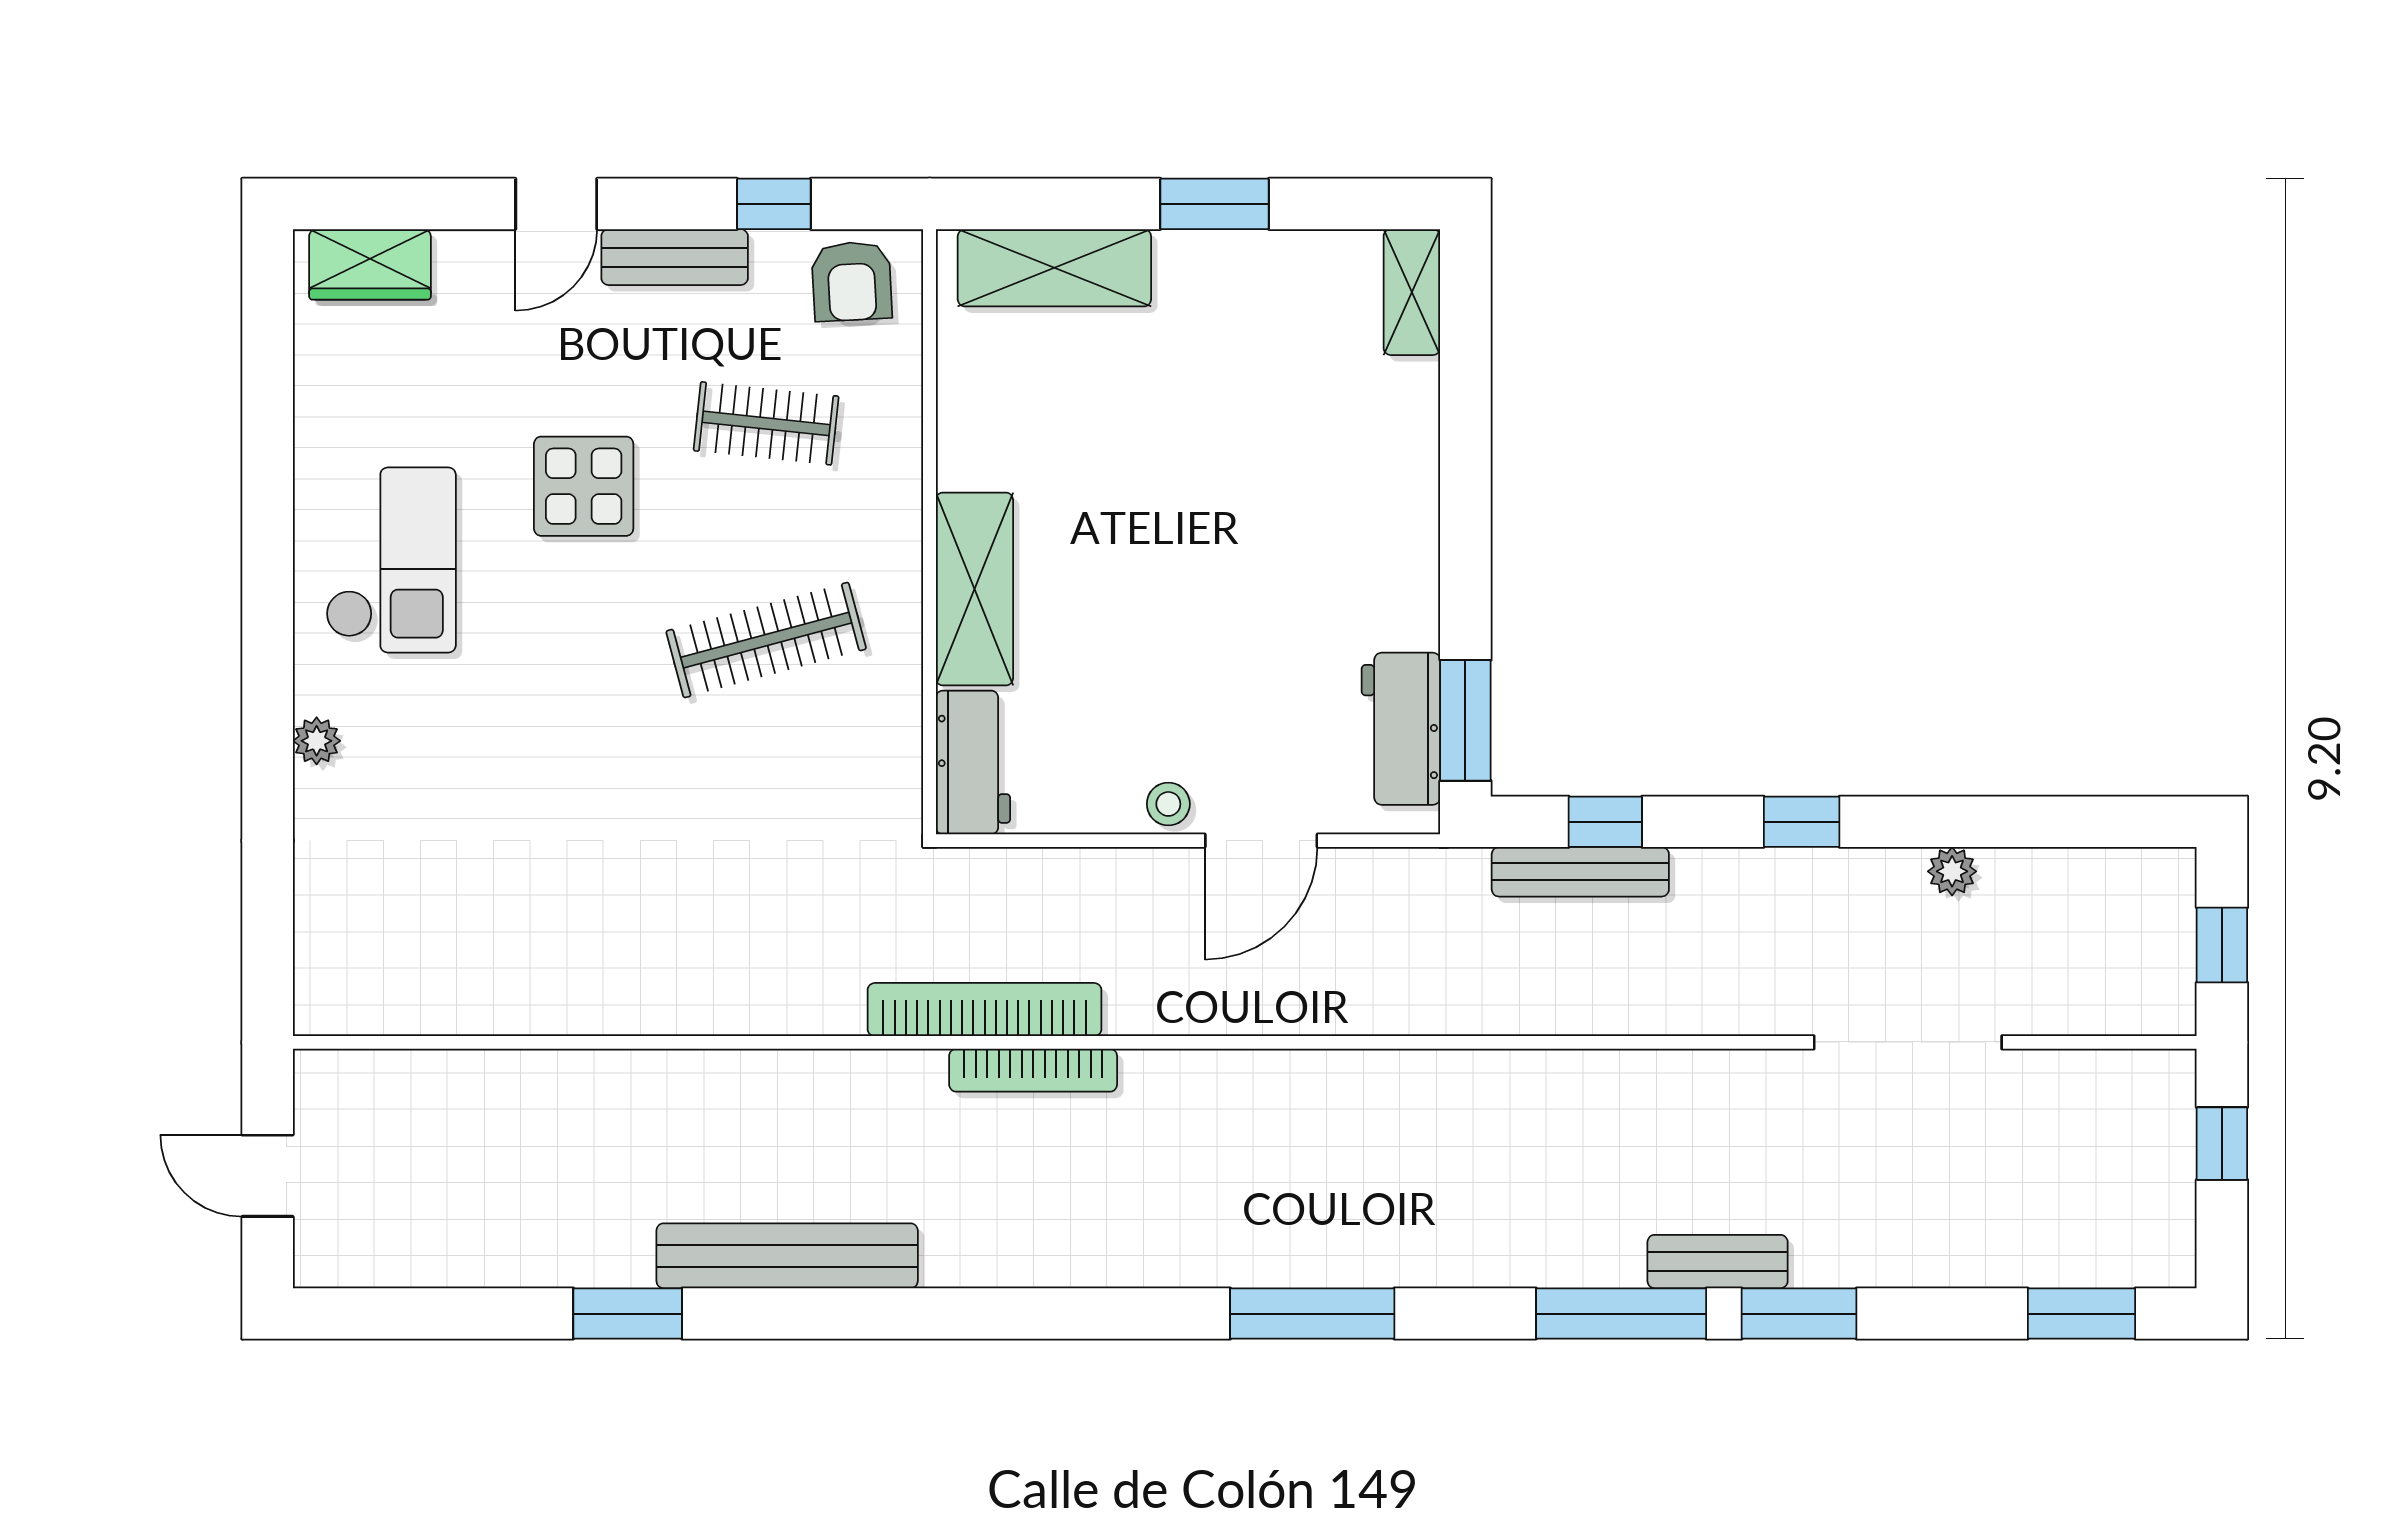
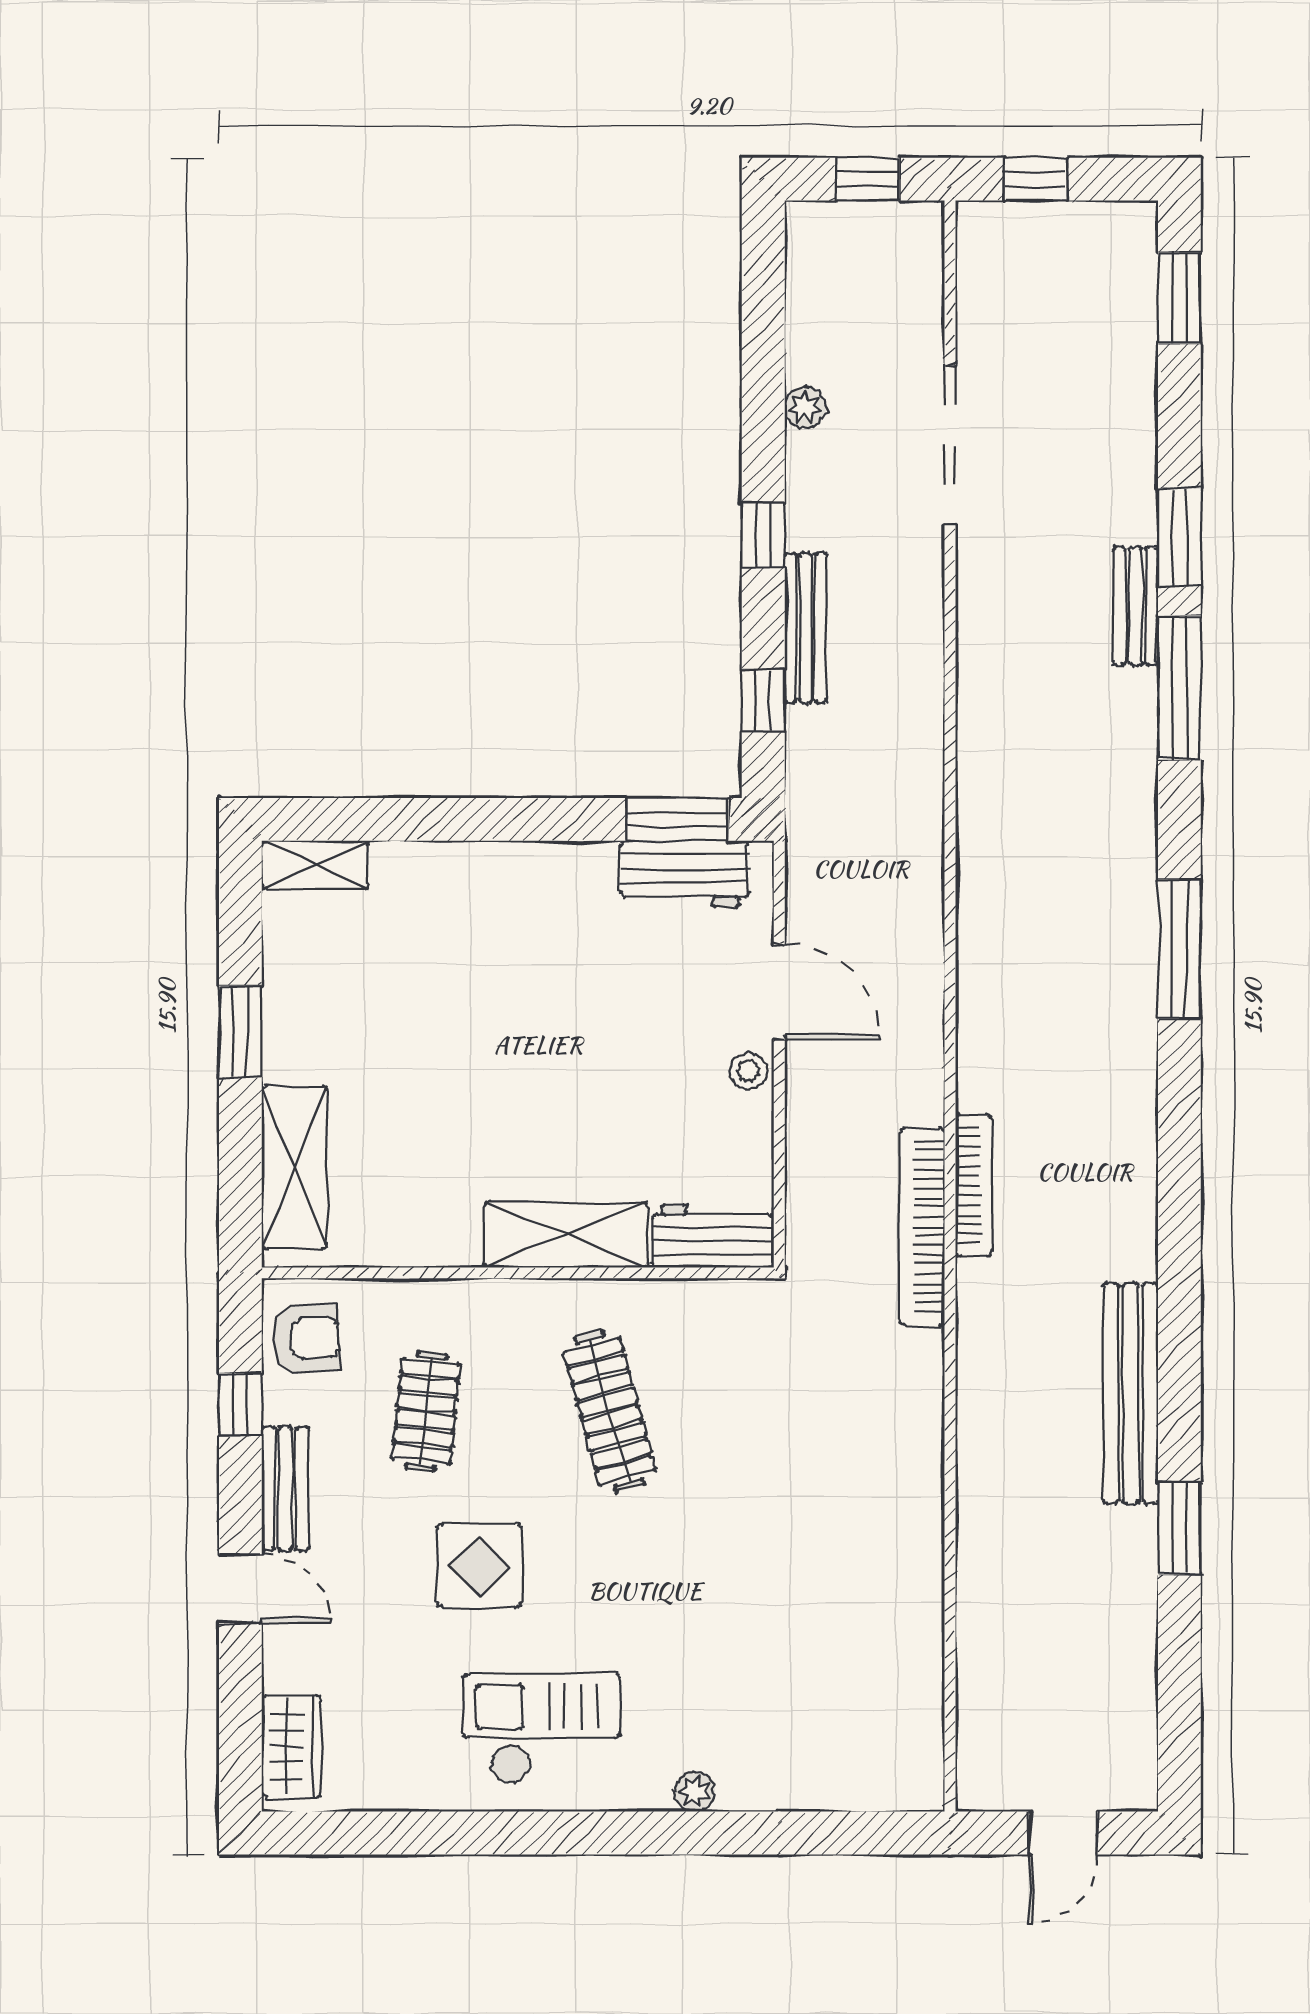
bench: (1580, 872) -> (806, 628), moved

